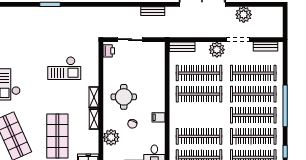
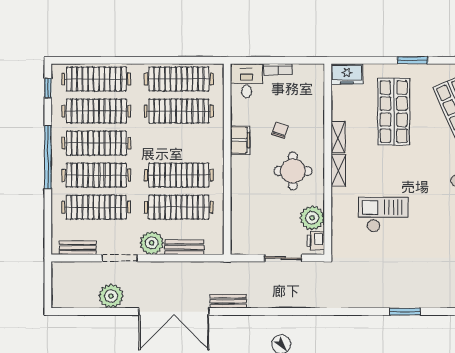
bench: (153, 11) -> (228, 301), moved
bench: (182, 47) -> (184, 247), moved
filing cabinet: (159, 117) -> (240, 140), width x2.00
plant: (111, 137) -> (312, 218), moved

